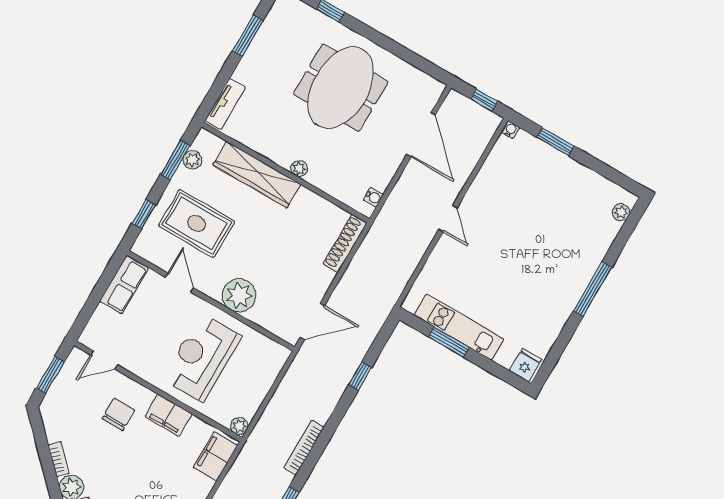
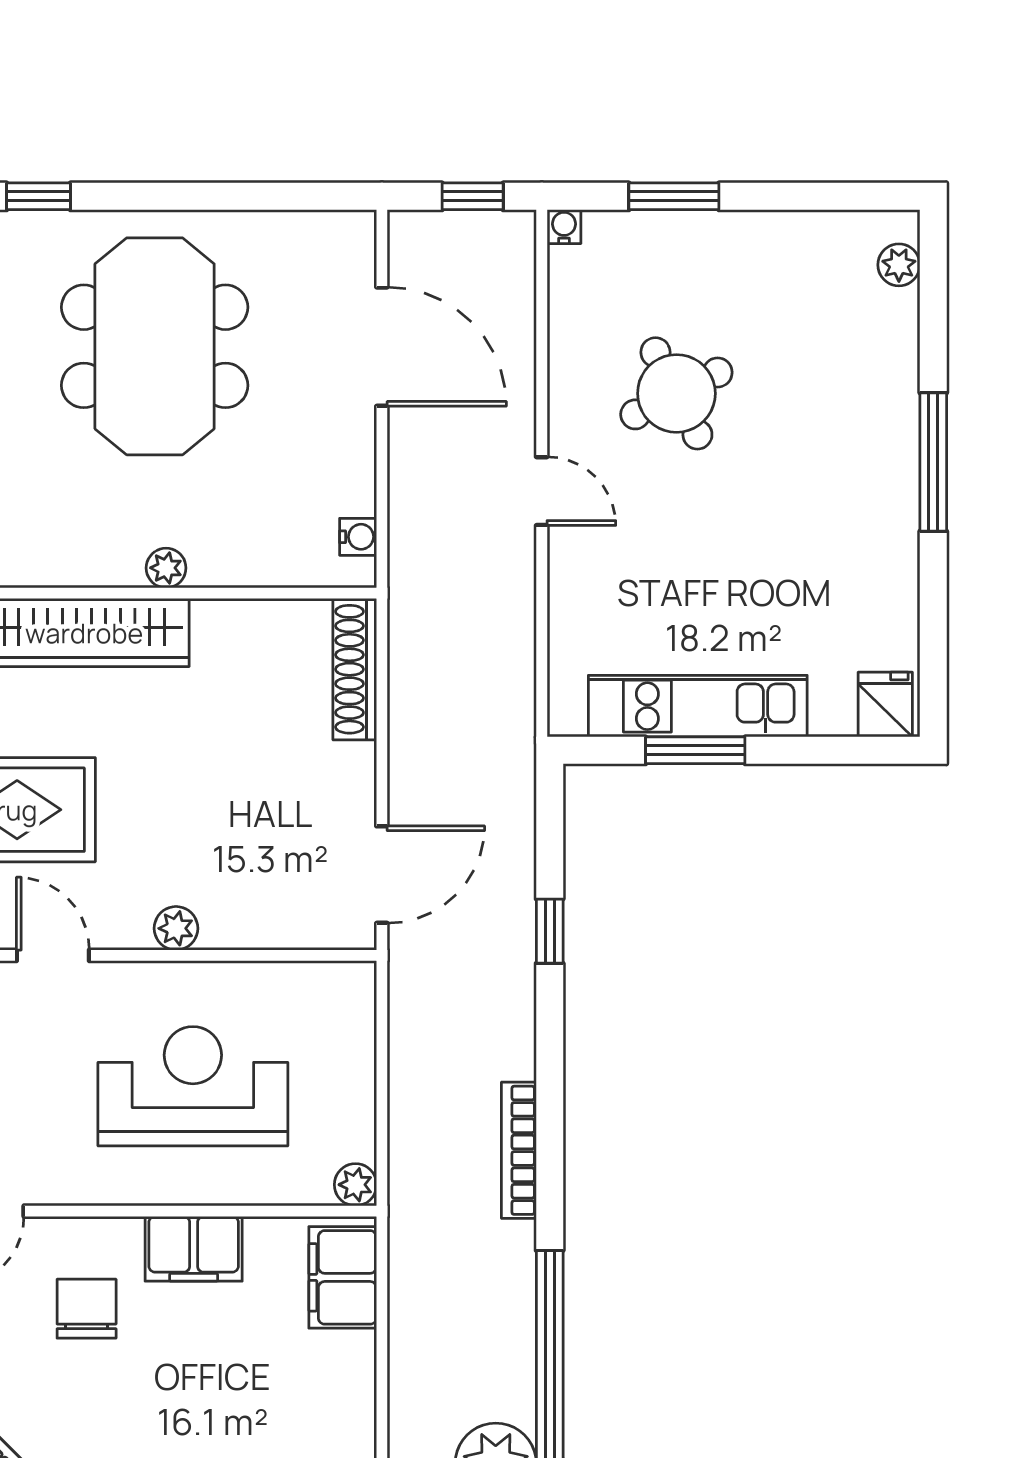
round table: (516, 212) -> (676, 393), added
plant: (239, 295) -> (176, 928), width x0.53, depth x0.53
reception desk: (202, 358) -> (193, 1086), turned 90

